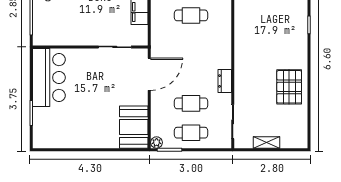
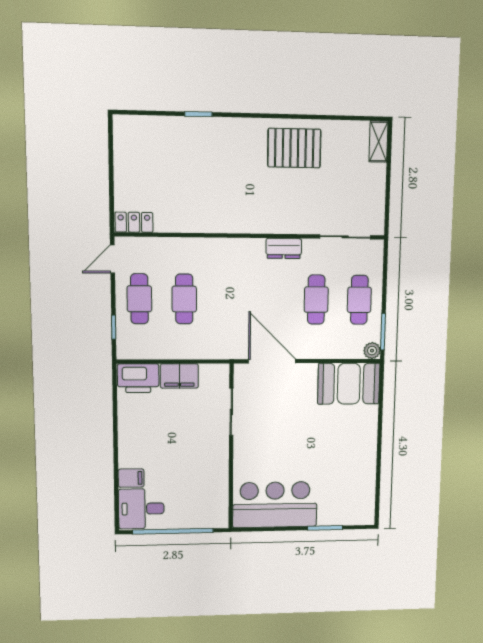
shelving: (267, 142) -> (379, 142), moved

